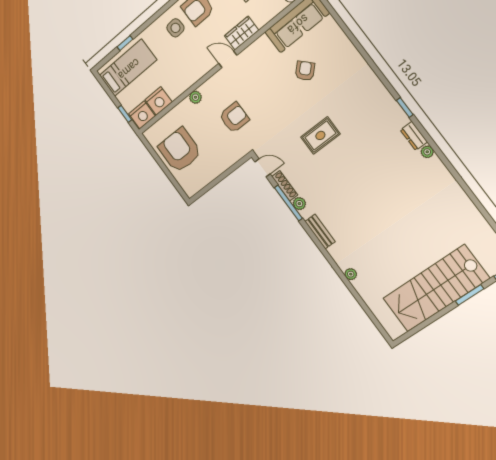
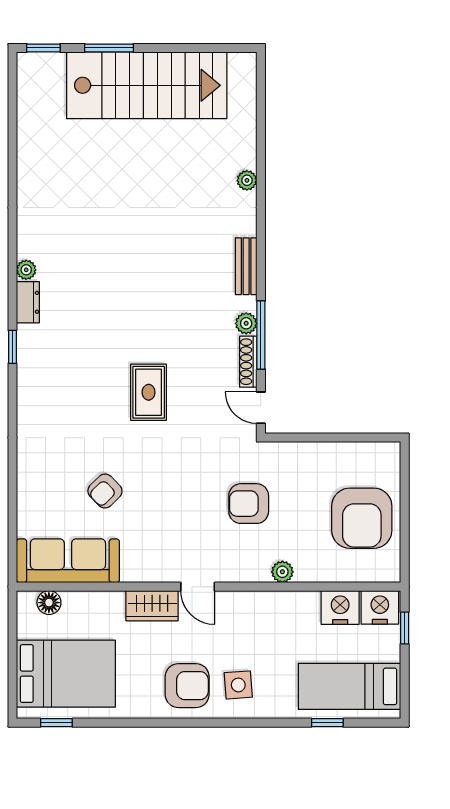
rug: (320, 135) -> (149, 392), turned 90

